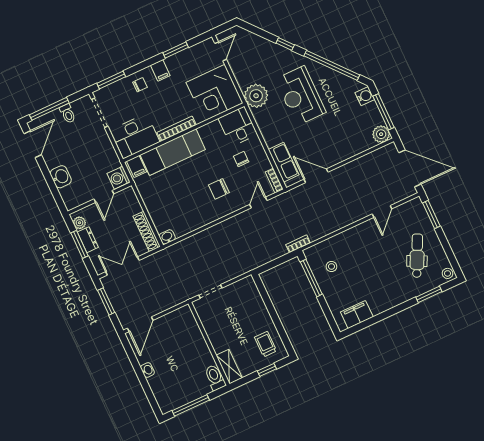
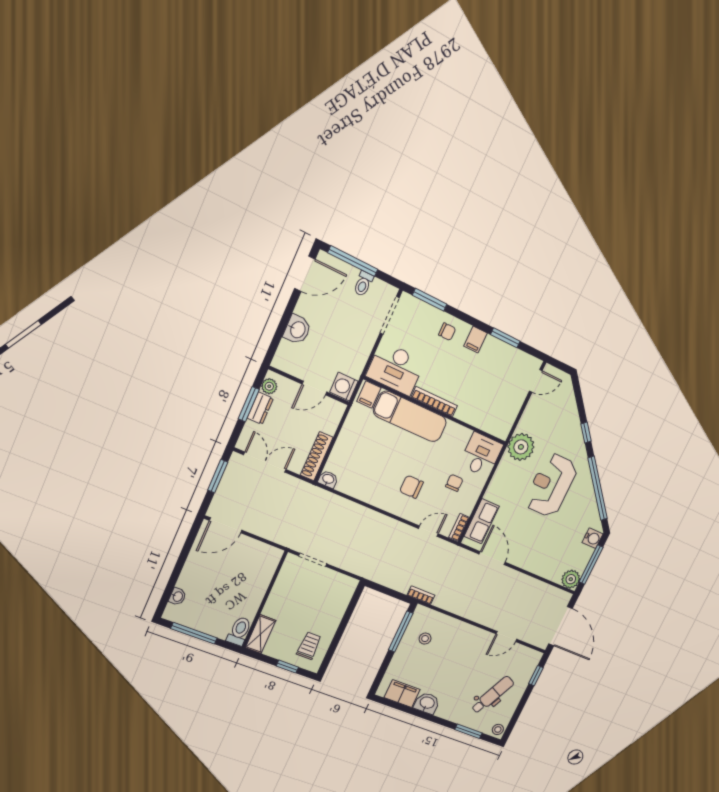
corner desk: (215, 93) -> (494, 408), removed
window: (431, 215) -> (536, 676), width x0.67
washbasin: (380, 304) -> (427, 703), added
washbasin: (147, 370) -> (177, 596), moved

